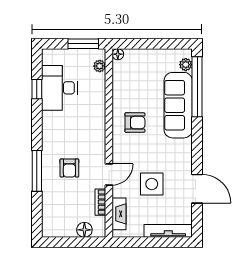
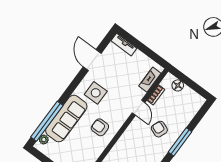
armchair: (69, 168) -> (159, 129), turned -69
door: (109, 175) -> (139, 108), swing flipped
side table: (152, 184) -> (96, 93), moved
tv unit: (168, 231) -> (124, 45), width x0.71

